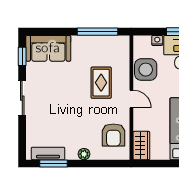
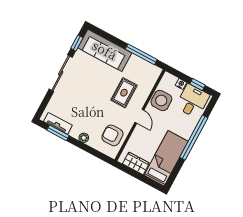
sofa: (48, 48) -> (105, 50), width x1.36
sliding door: (22, 98) -> (61, 73), width x1.37
armchair: (113, 135) -> (112, 135), turned 90
wardrobe: (141, 146) -> (136, 163), moved, turned -90

